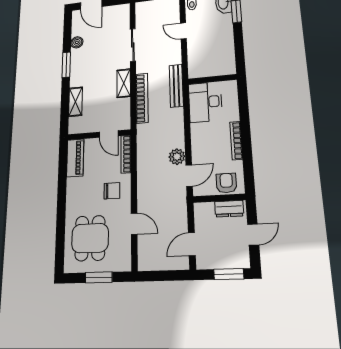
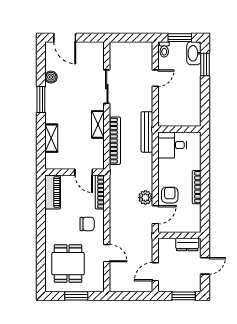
door: (183, 31) -> (155, 78), swing flipped
desk: (205, 102) -> (172, 145), width x0.73
armchair: (226, 183) -> (170, 195), moved

